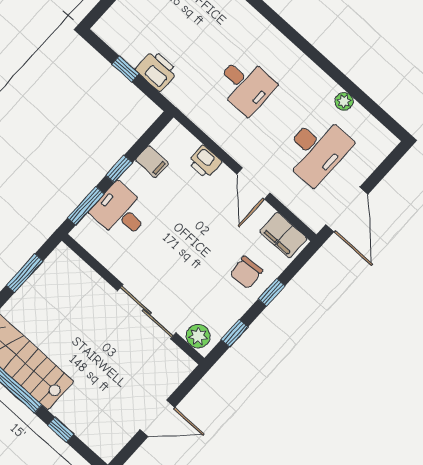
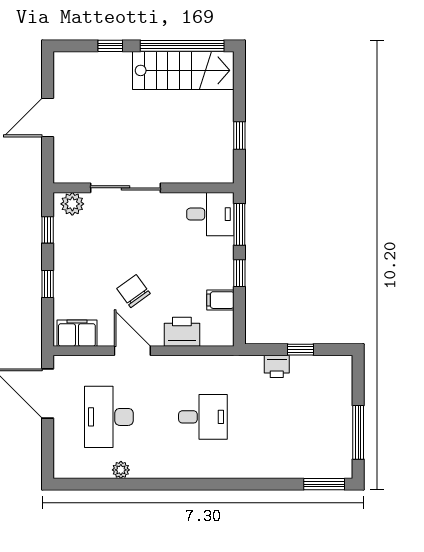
printer: (157, 71) -> (277, 366), width x0.73, depth x0.81
desk: (245, 85) -> (203, 417), turned 180
printer: (205, 162) -> (182, 332), width x1.36, depth x1.24
desk: (120, 212) -> (210, 214), moved
window: (25, 273) -> (239, 136), width x0.67
chair: (246, 273) -> (133, 291), moved, turned -31

